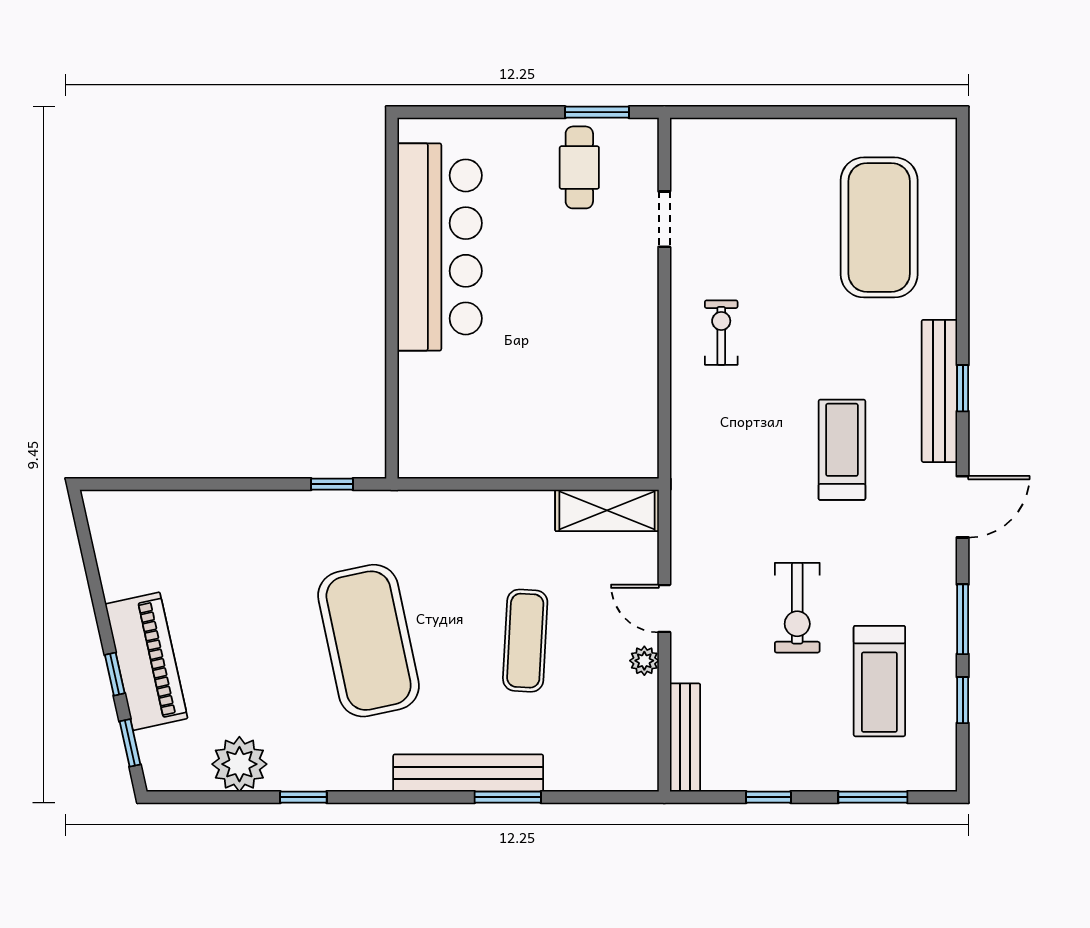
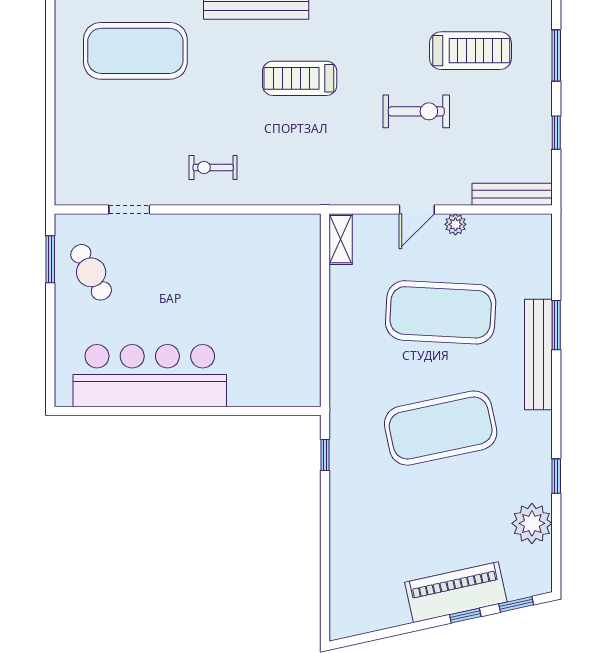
cafe table: (579, 167) -> (91, 272), turned 61
shelving: (607, 510) -> (341, 239), width x0.67, depth x0.75
exercise mat: (525, 641) -> (441, 312), width x2.00, depth x1.45

